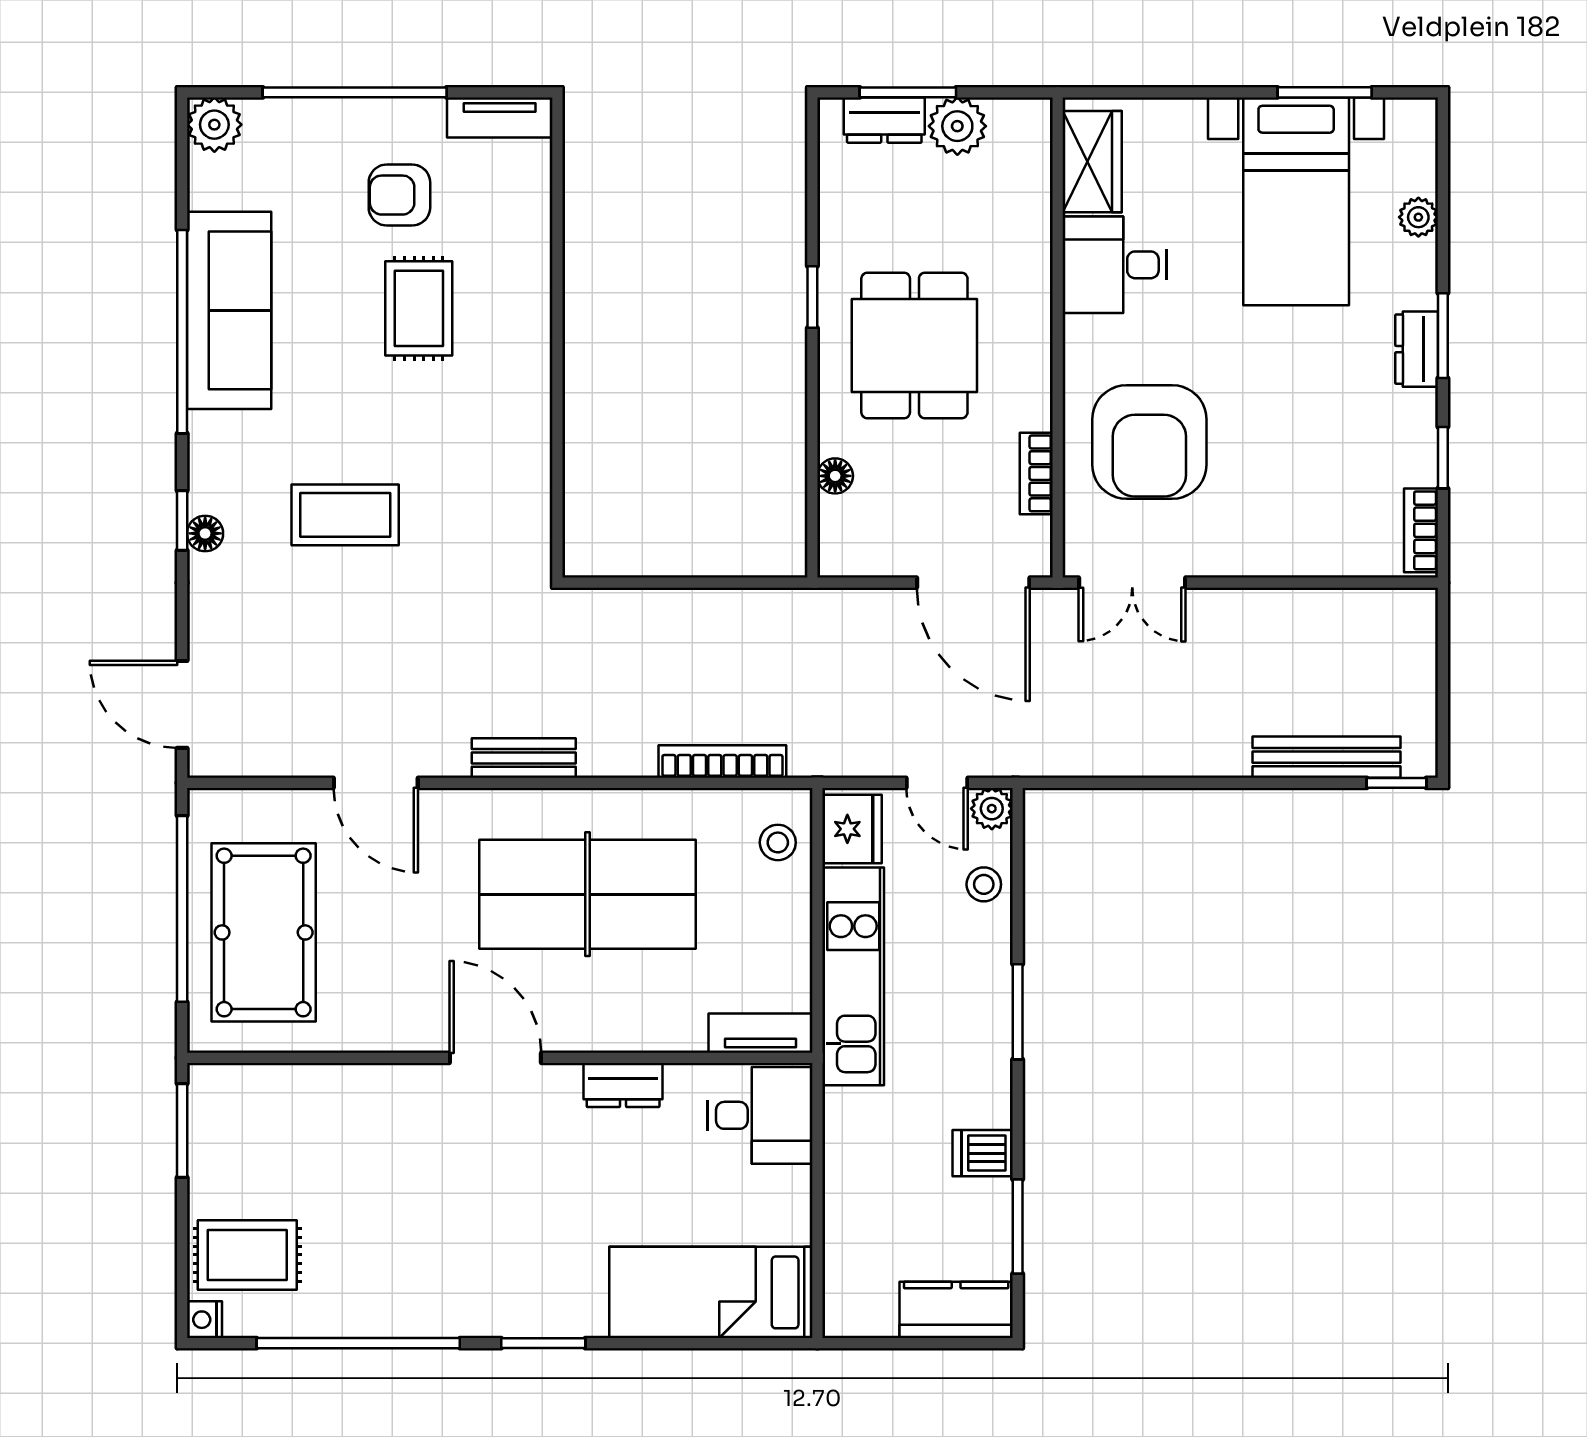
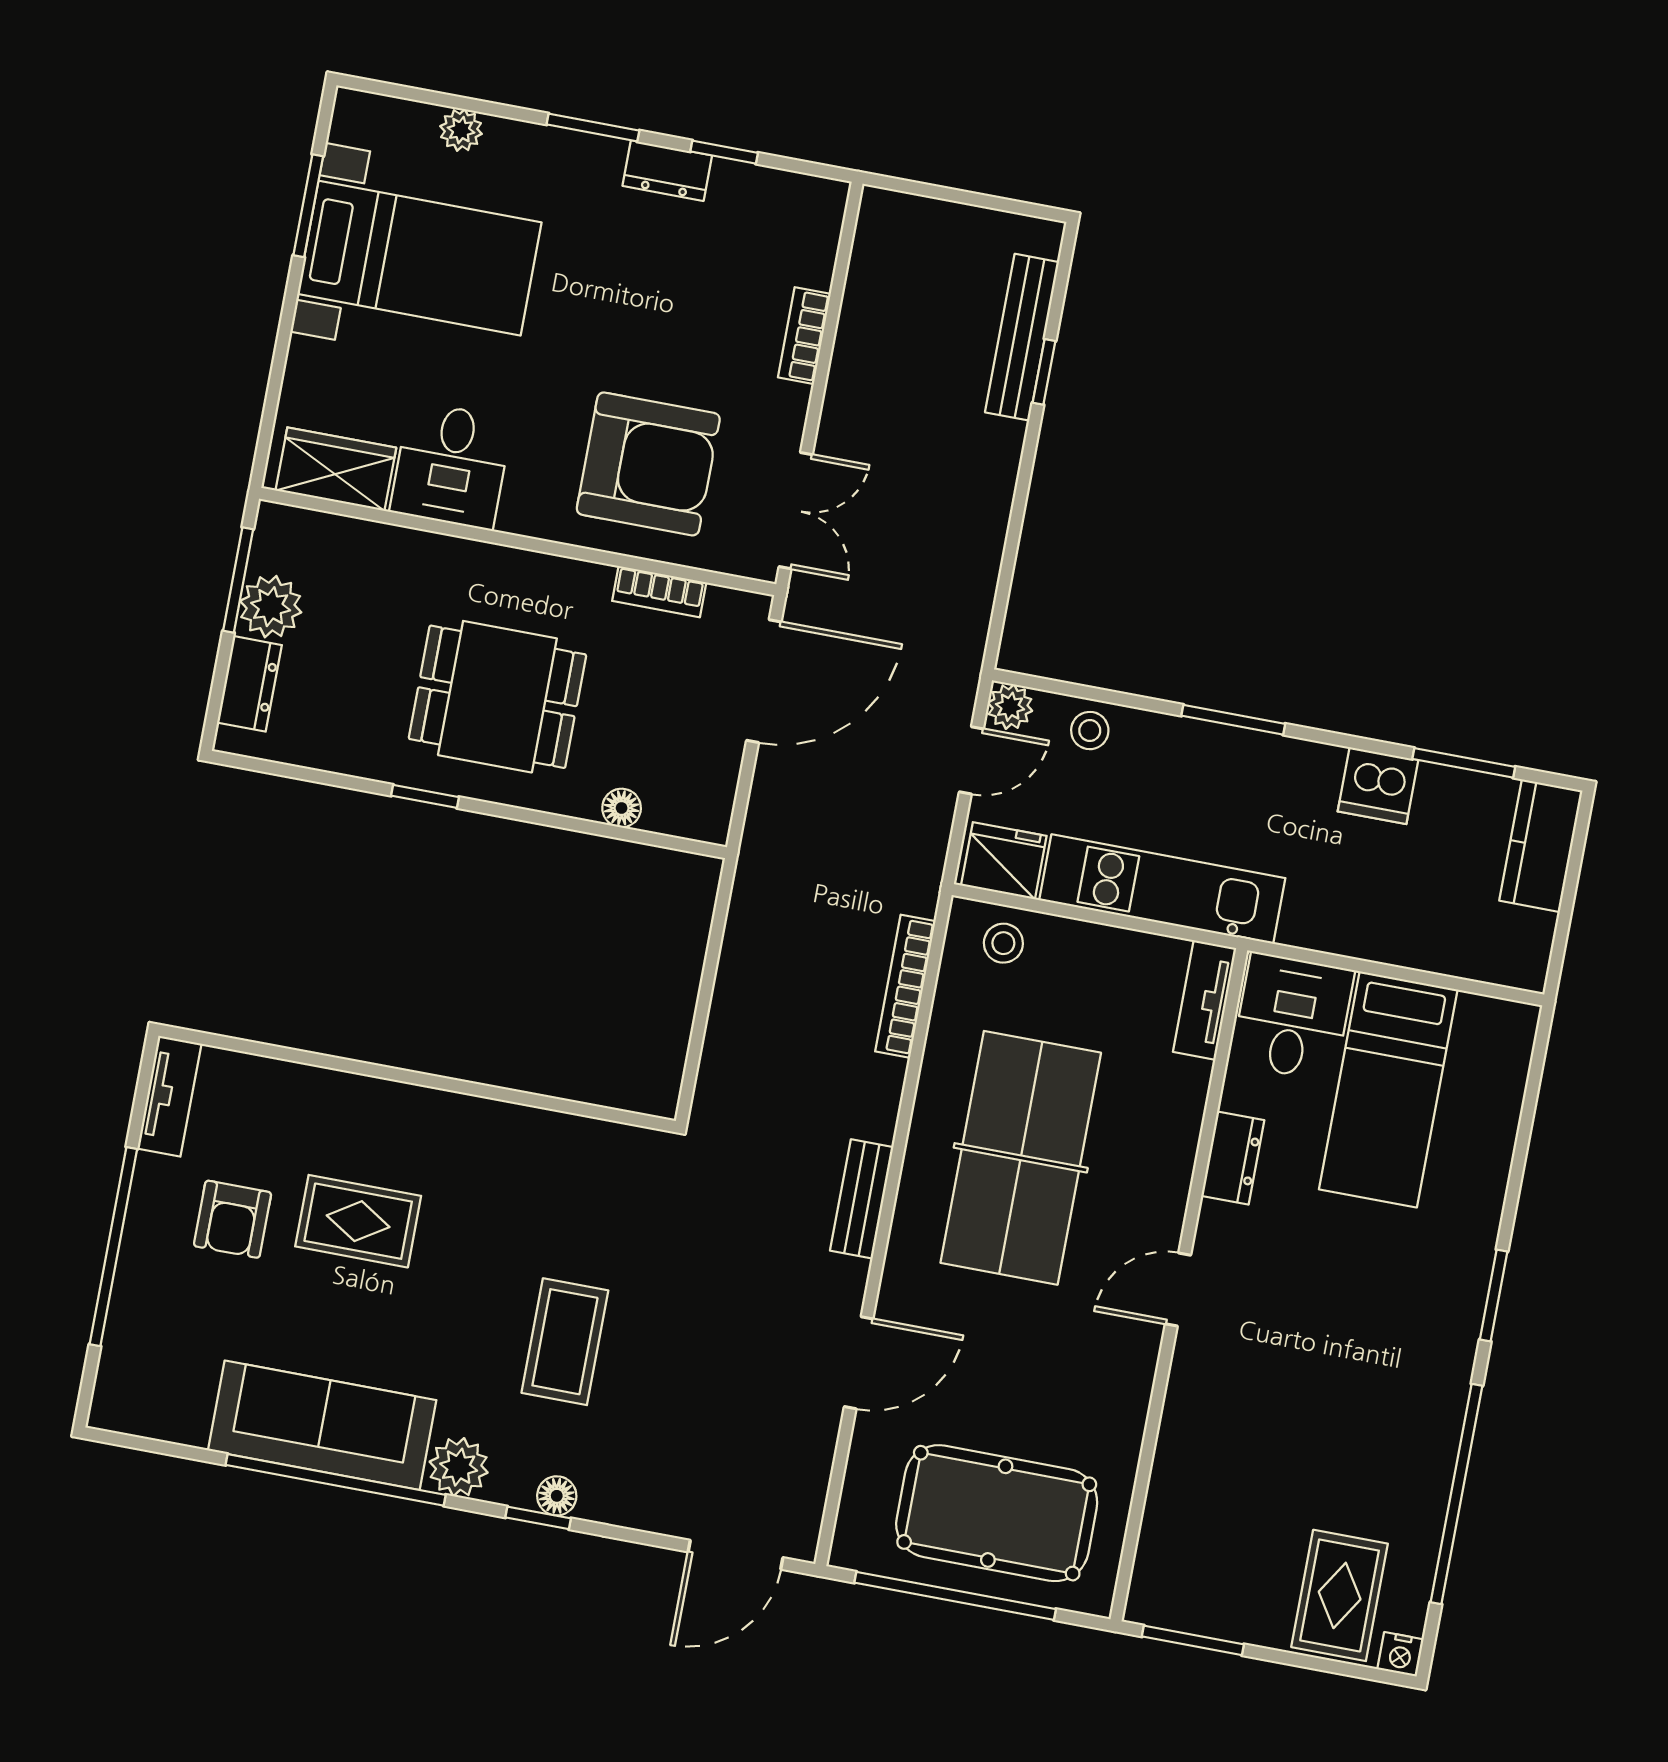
window: (908, 92) -> (238, 580), moved
plant: (214, 125) -> (459, 1467), moved
dresser: (1417, 349) -> (667, 171), moved
bookcase: (1421, 530) -> (804, 336), moved, turned 90
window: (1397, 783) -> (1044, 372), moved
door: (495, 1058) -> (1178, 1290), width x0.73
dishwasher: (983, 1153) -> (1378, 786), width x1.38
bed: (711, 1292) -> (1388, 1089), moved

